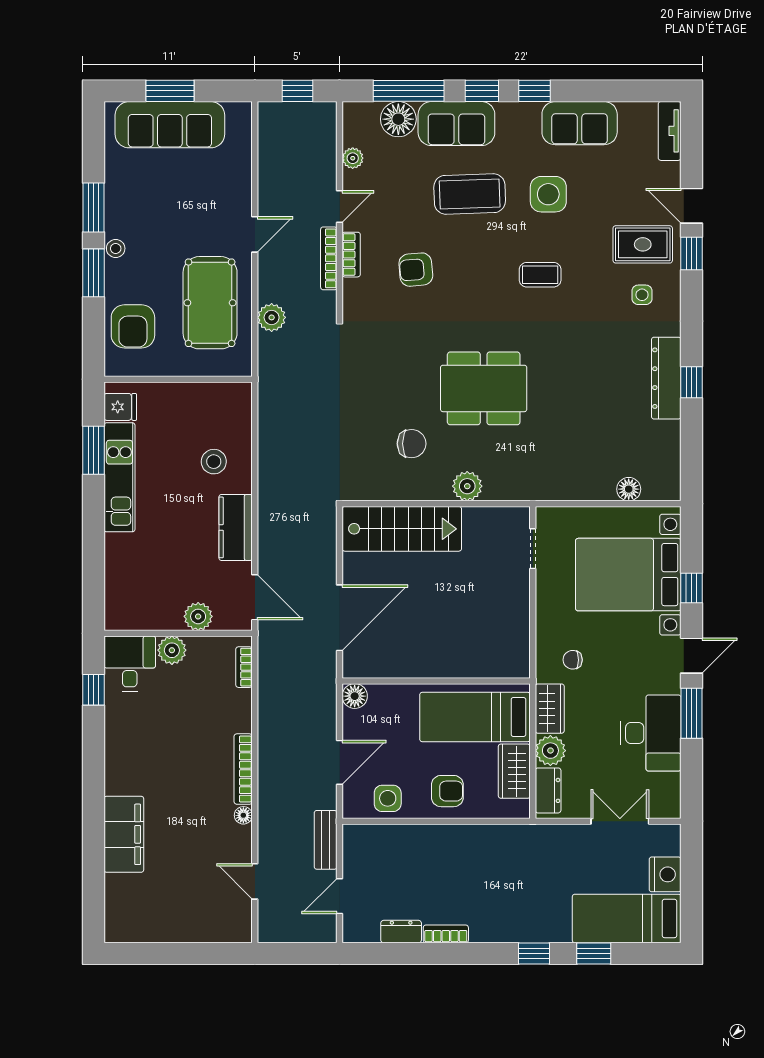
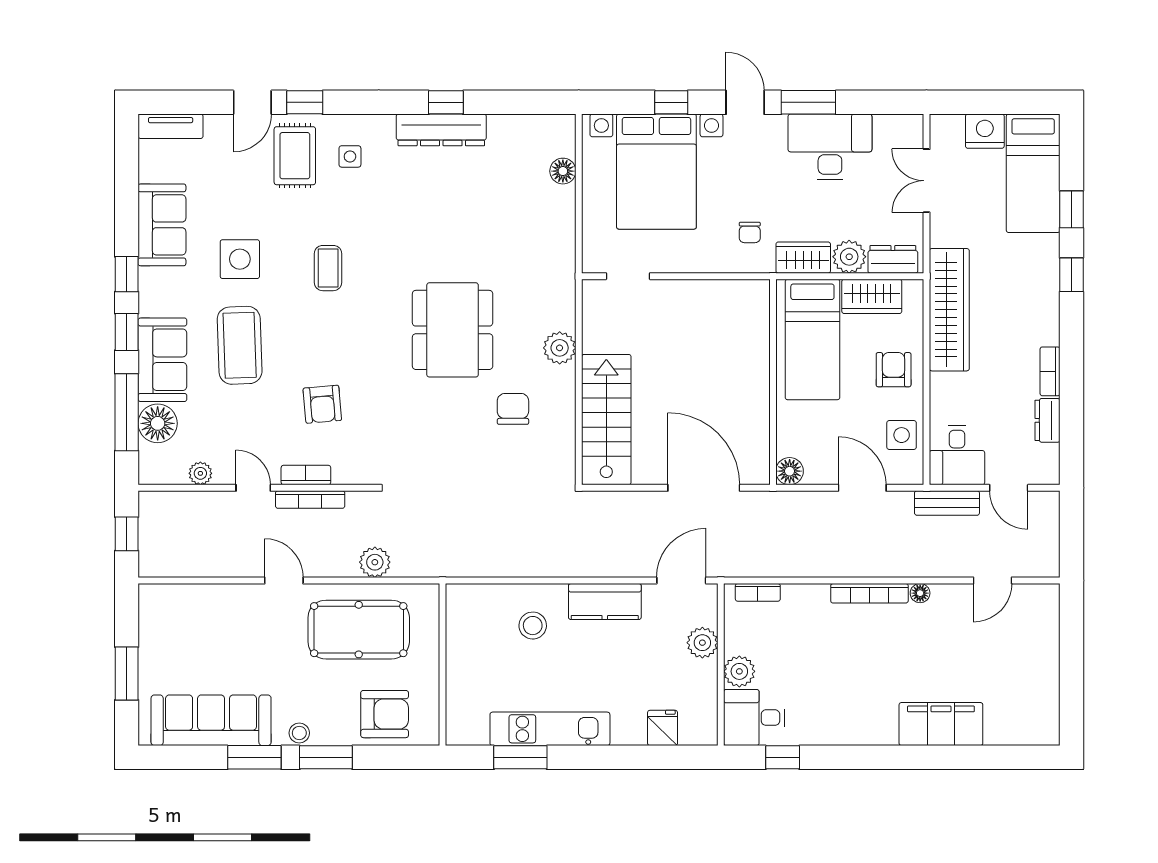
sofa: (170, 125) -> (211, 720), moved, turned -90
fridge: (120, 407) -> (663, 728), moved
wardrobe: (502, 842) -> (949, 310), added
desk: (369, 849) -> (957, 455), added

